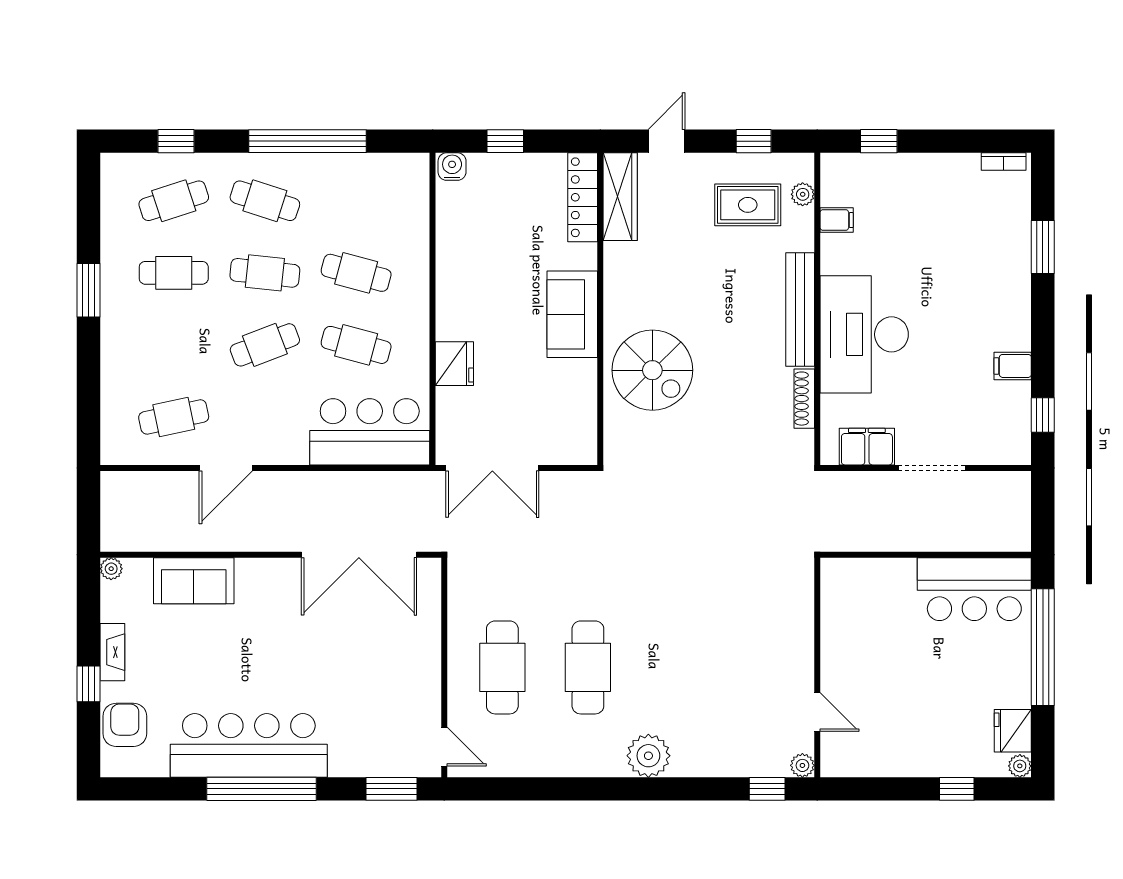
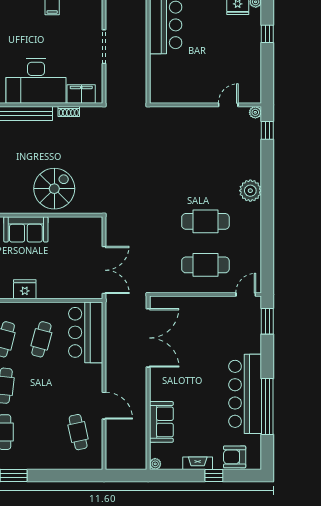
cafe table: (265, 345) -> (41, 386), removed
fridge: (454, 364) -> (25, 289), moved
shoe rack: (804, 399) -> (69, 111), width x0.70
filing cabinet: (867, 447) -> (81, 94), moved, turned 90
window: (262, 789) -> (267, 407), moved

